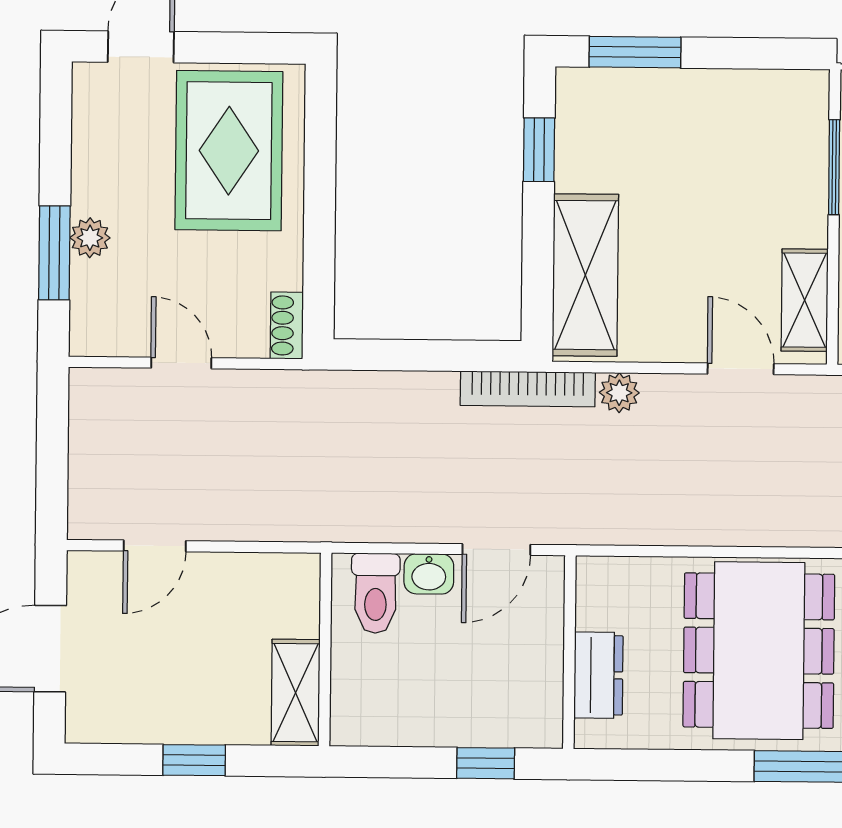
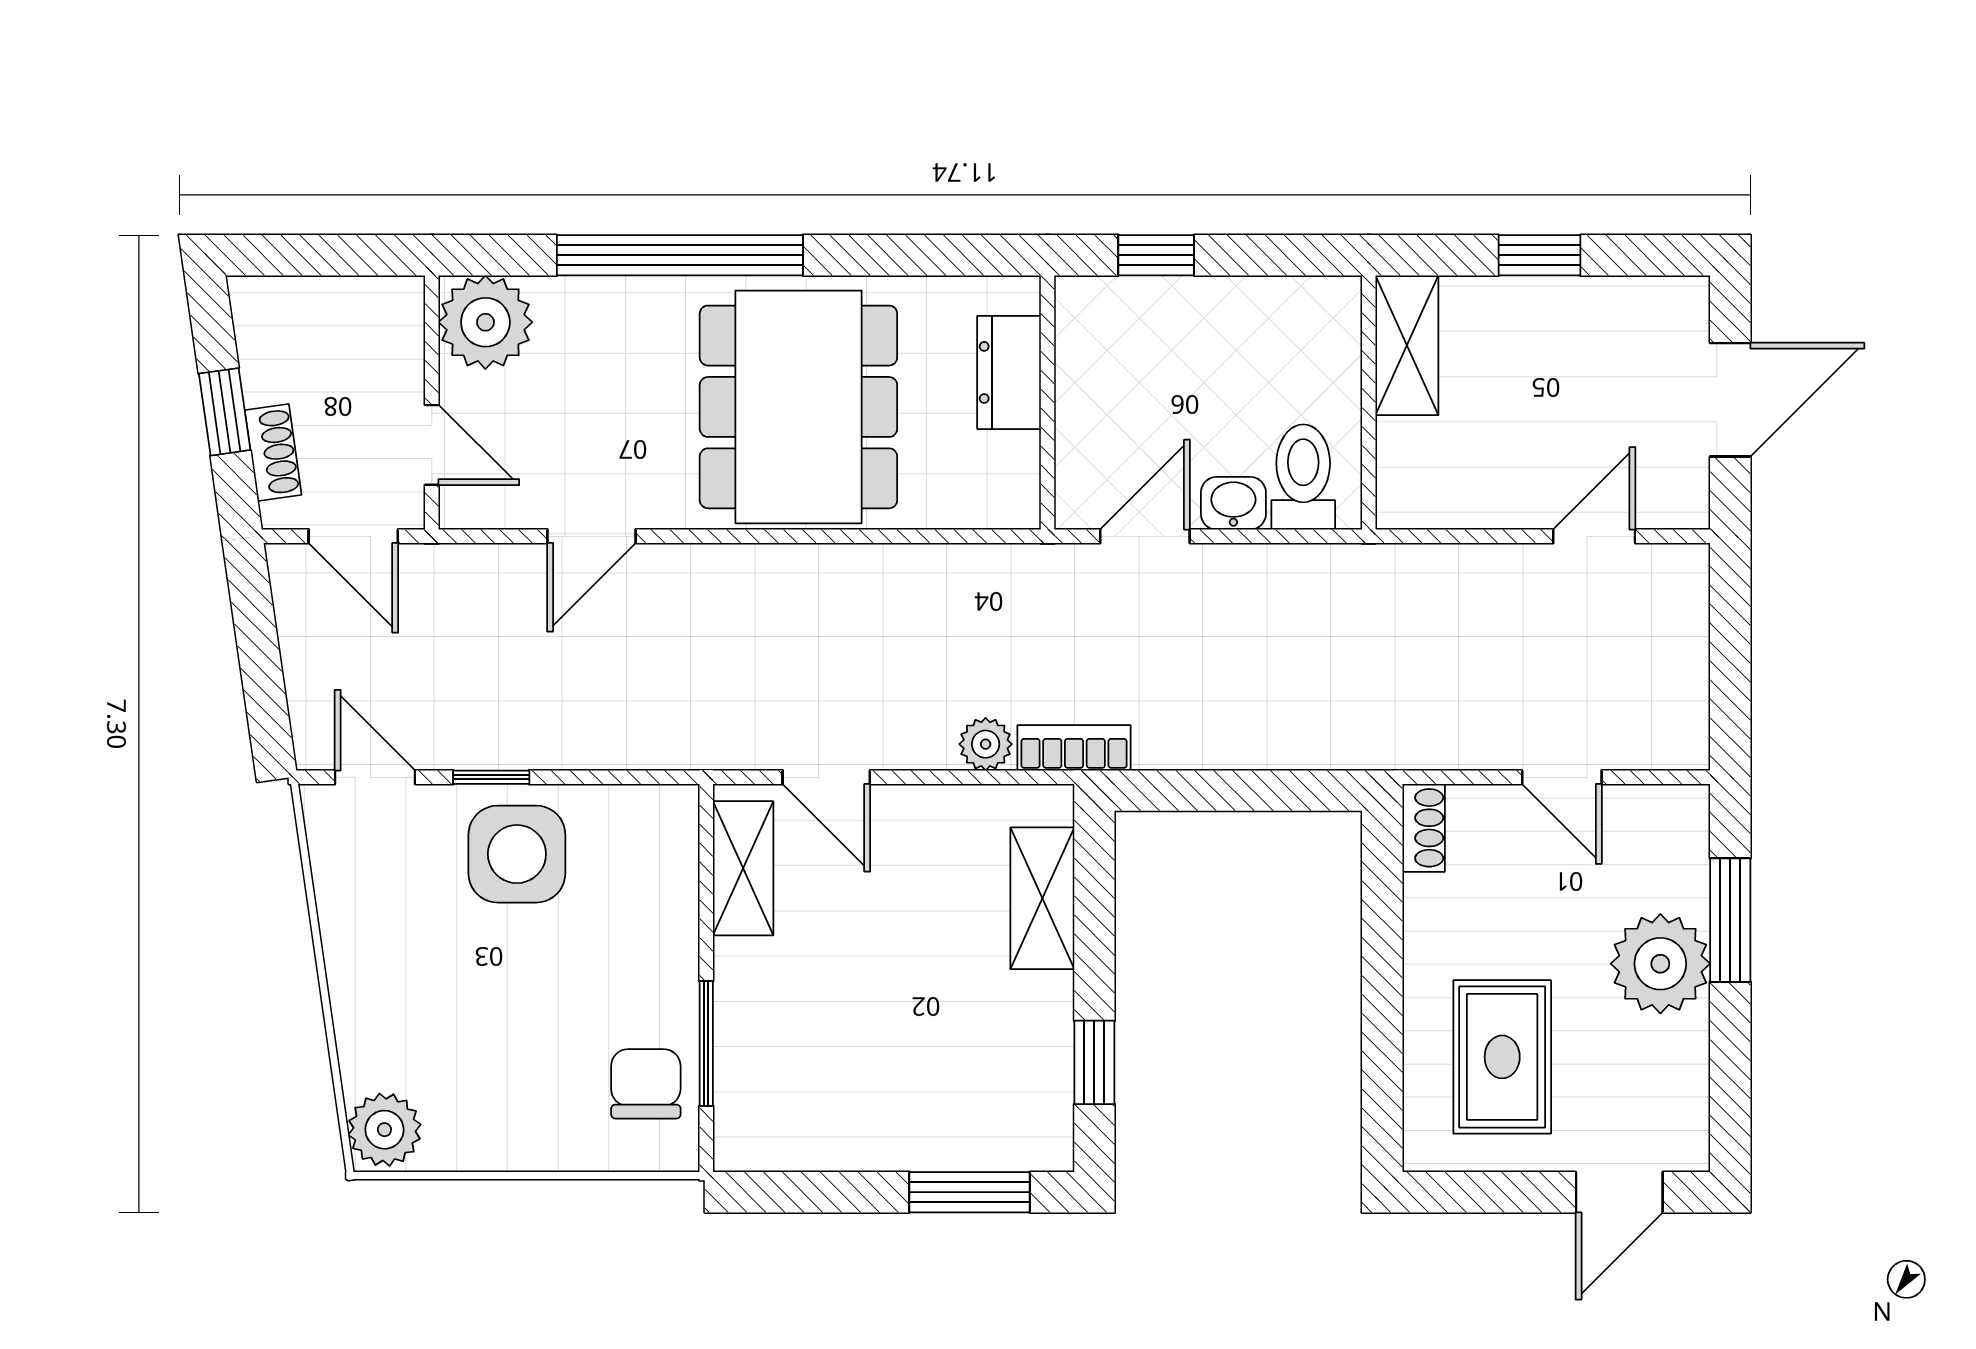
rug: (229, 151) -> (1502, 1057), width x0.73, depth x0.70
plant: (90, 238) -> (1660, 964), width x1.88, depth x1.88
shelving: (585, 275) -> (1042, 898), width x0.67, depth x0.75
bookcase: (528, 389) -> (1074, 748), width x0.64

